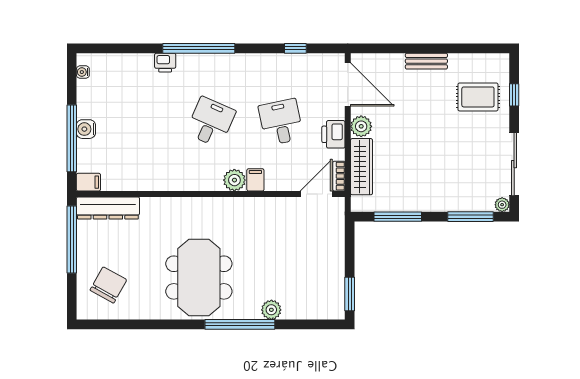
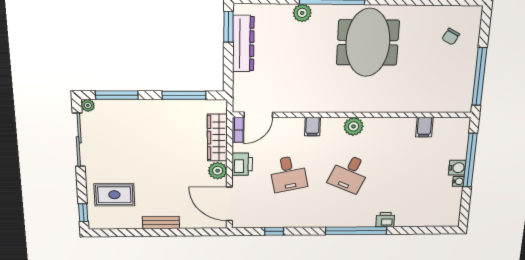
water cooler: (83, 72) -> (458, 181), moved
window: (514, 95) -> (83, 213), moved
plant: (234, 180) -> (354, 126), moved
filing cabinet: (88, 182) -> (424, 127), moved, turned -90
dresser: (108, 208) -> (243, 44), moved, turned 90
chair: (108, 285) -> (451, 37), width x0.54, depth x0.54

